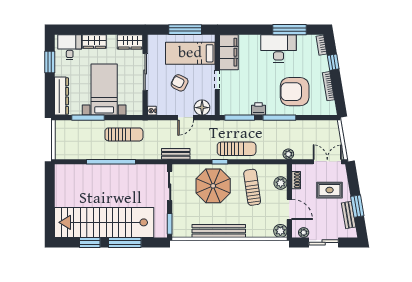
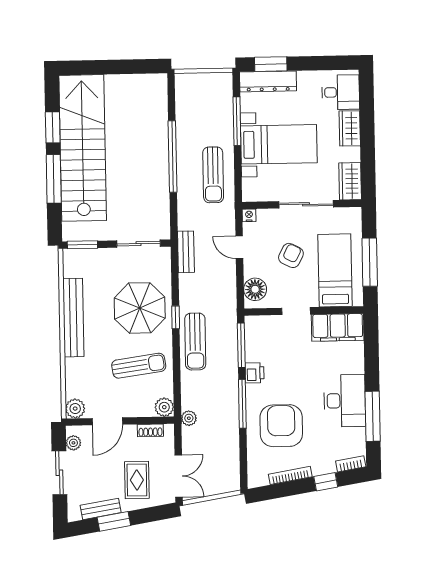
window: (50, 62) -> (271, 64), moved
door: (186, 118) -> (239, 247), moved
plant: (281, 183) -> (164, 407), moved

